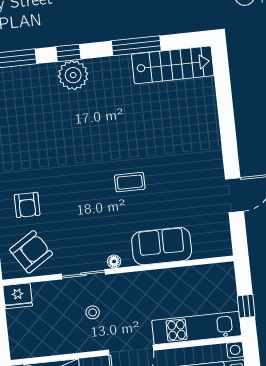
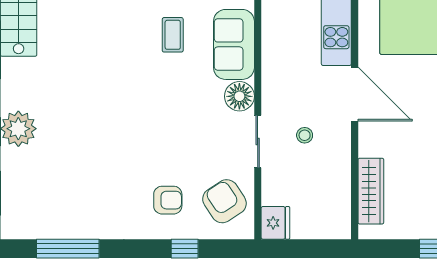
coffee table: (130, 182) -> (173, 35), moved
floor lamp: (114, 261) -> (239, 96), width x1.89, depth x1.89

